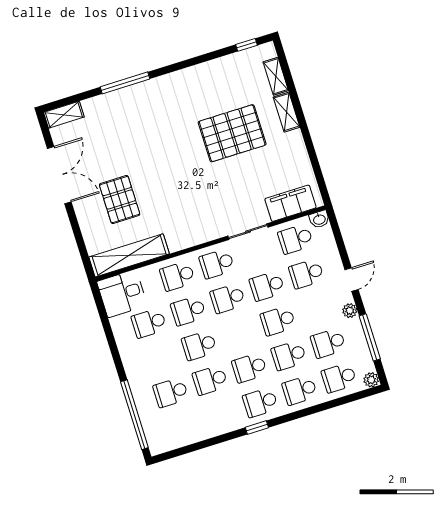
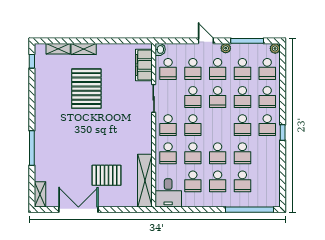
school desk: (317, 308) -> (218, 69), added
school desk: (160, 358) -> (218, 181), added

